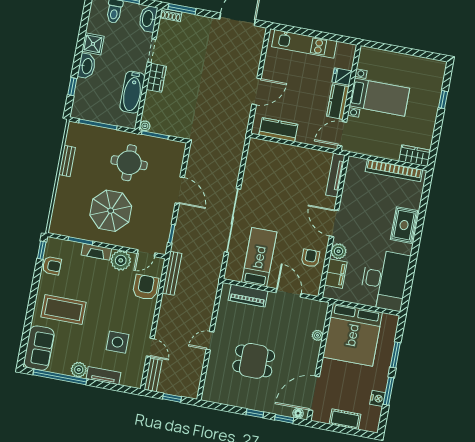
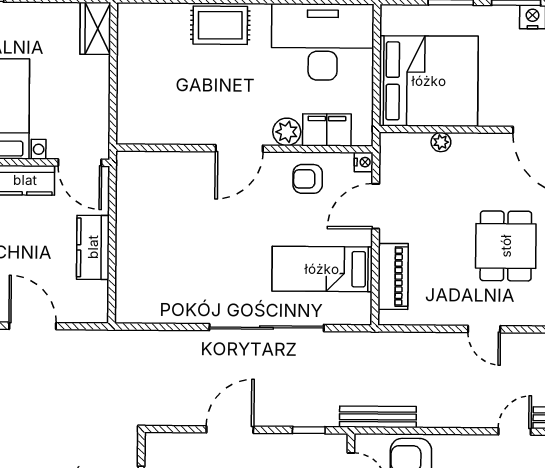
kitchen counter: (278, 130) -> (93, 247), moved
bookcase: (394, 170) -> (128, 60), removed
tv unit: (335, 175) -> (154, 161), removed
nightstand: (314, 291) -> (364, 162), added

